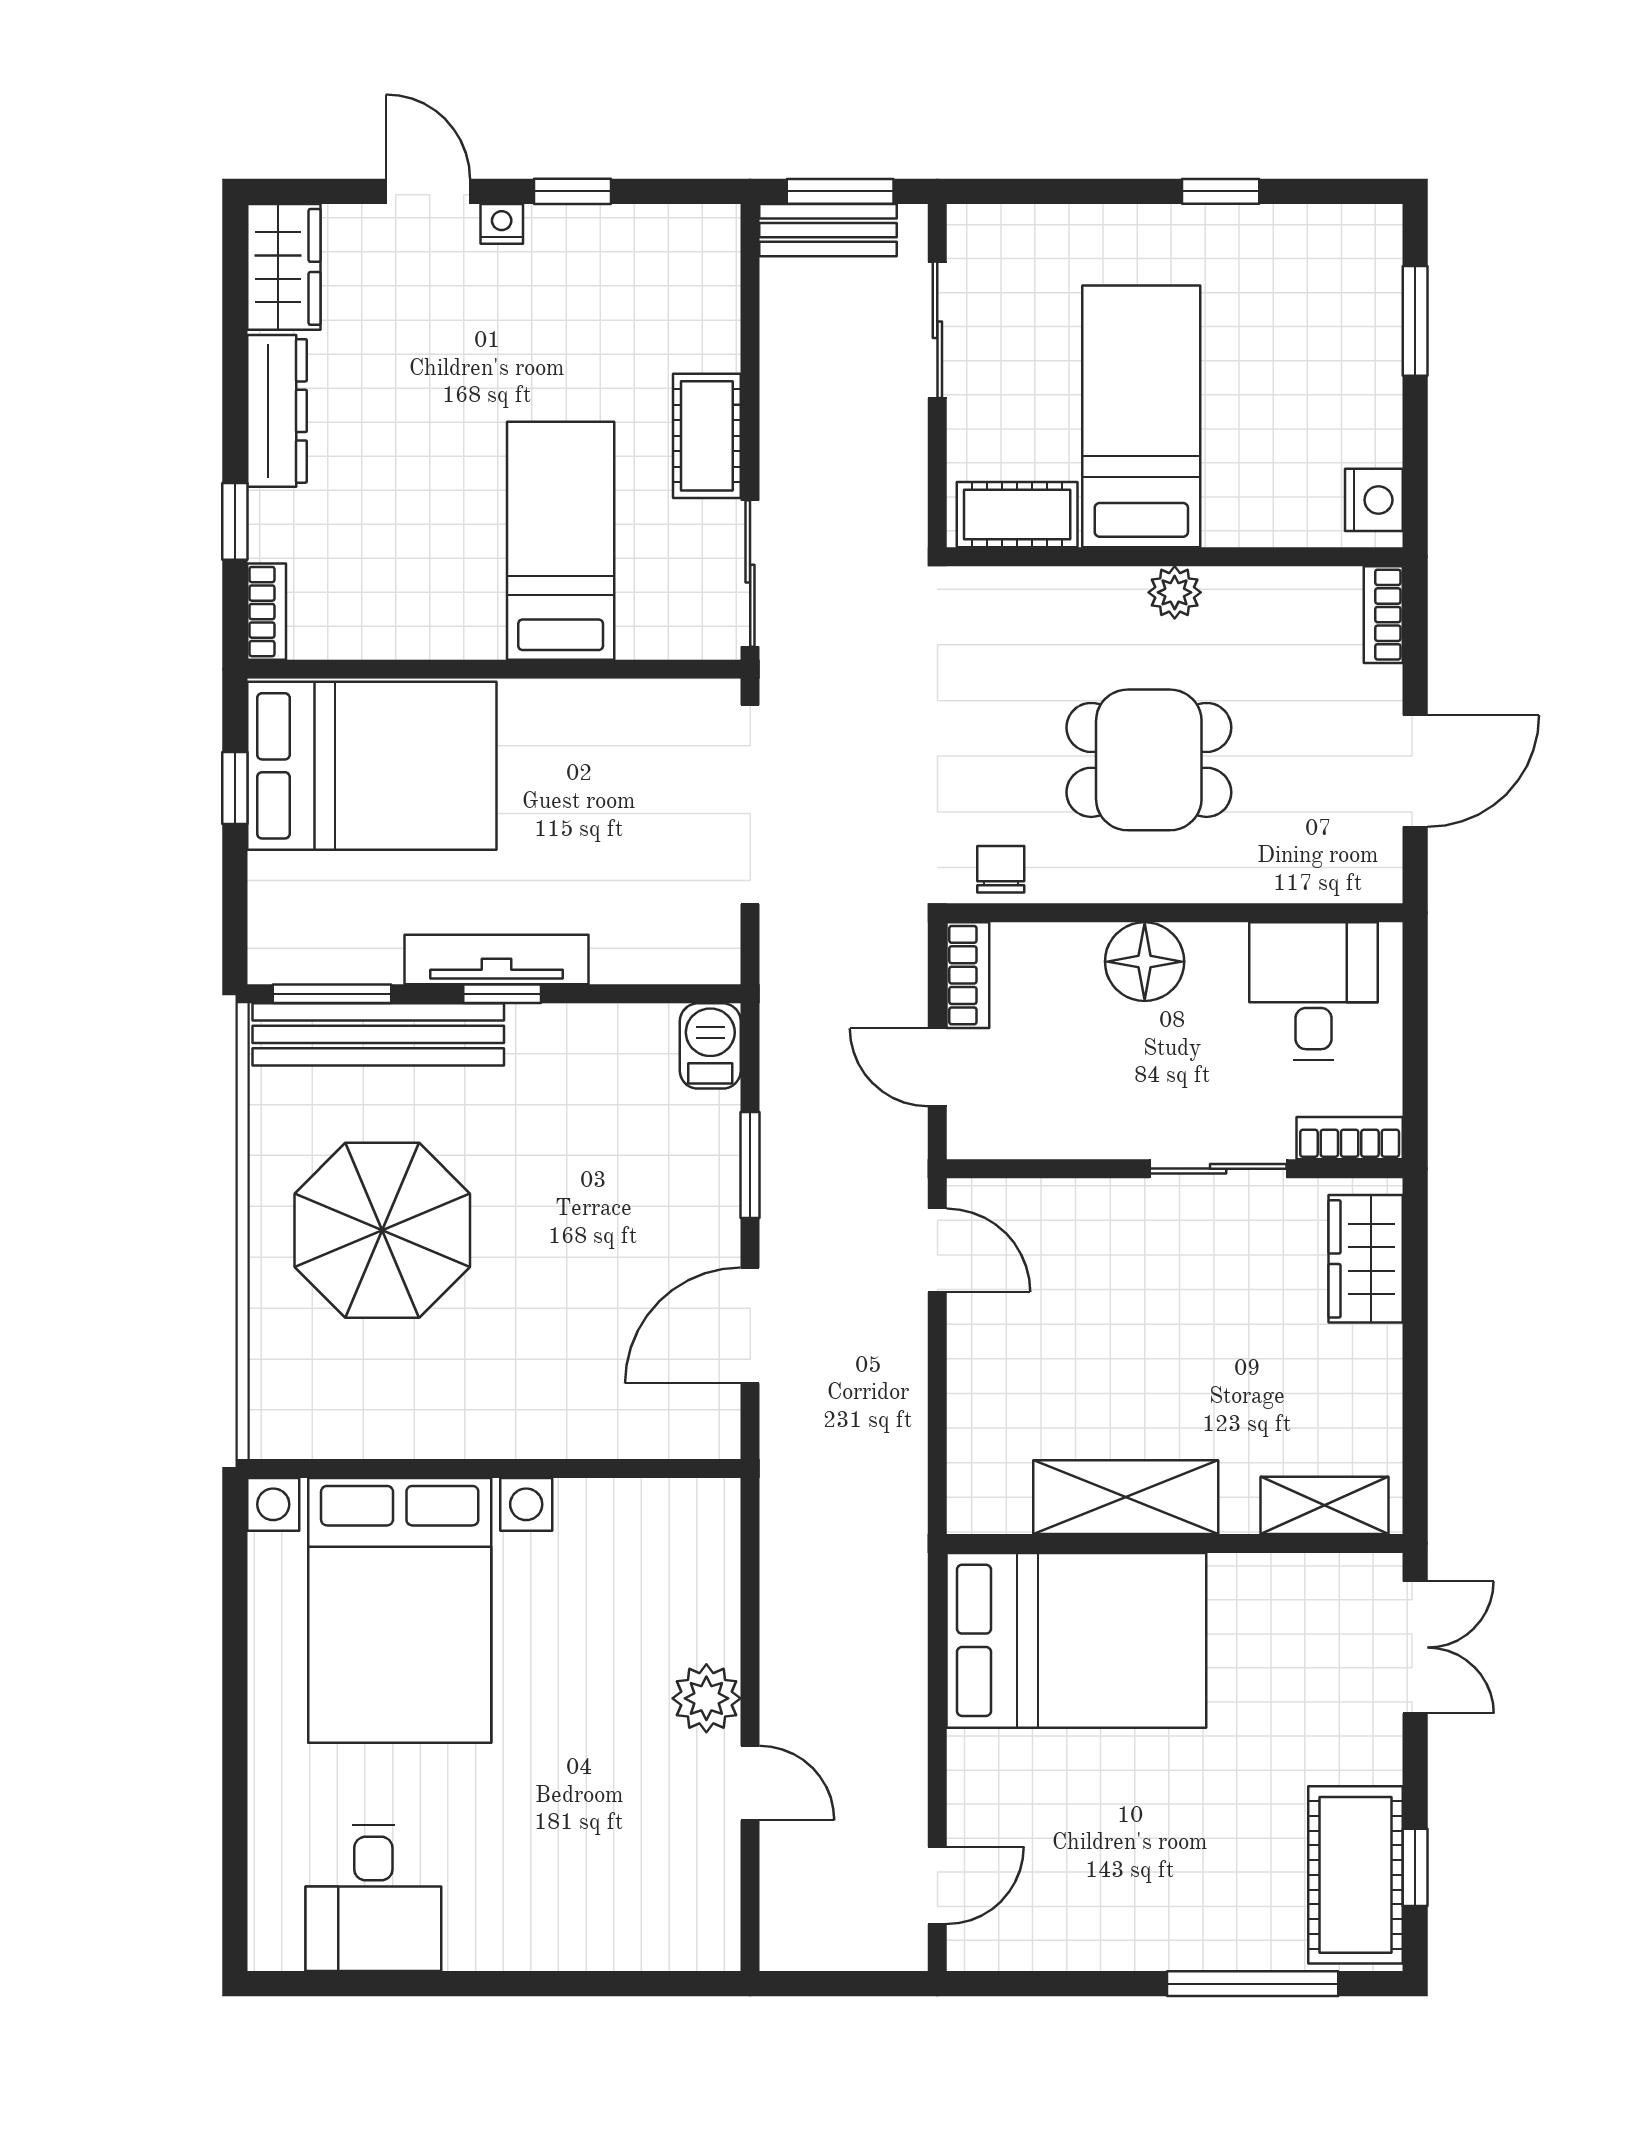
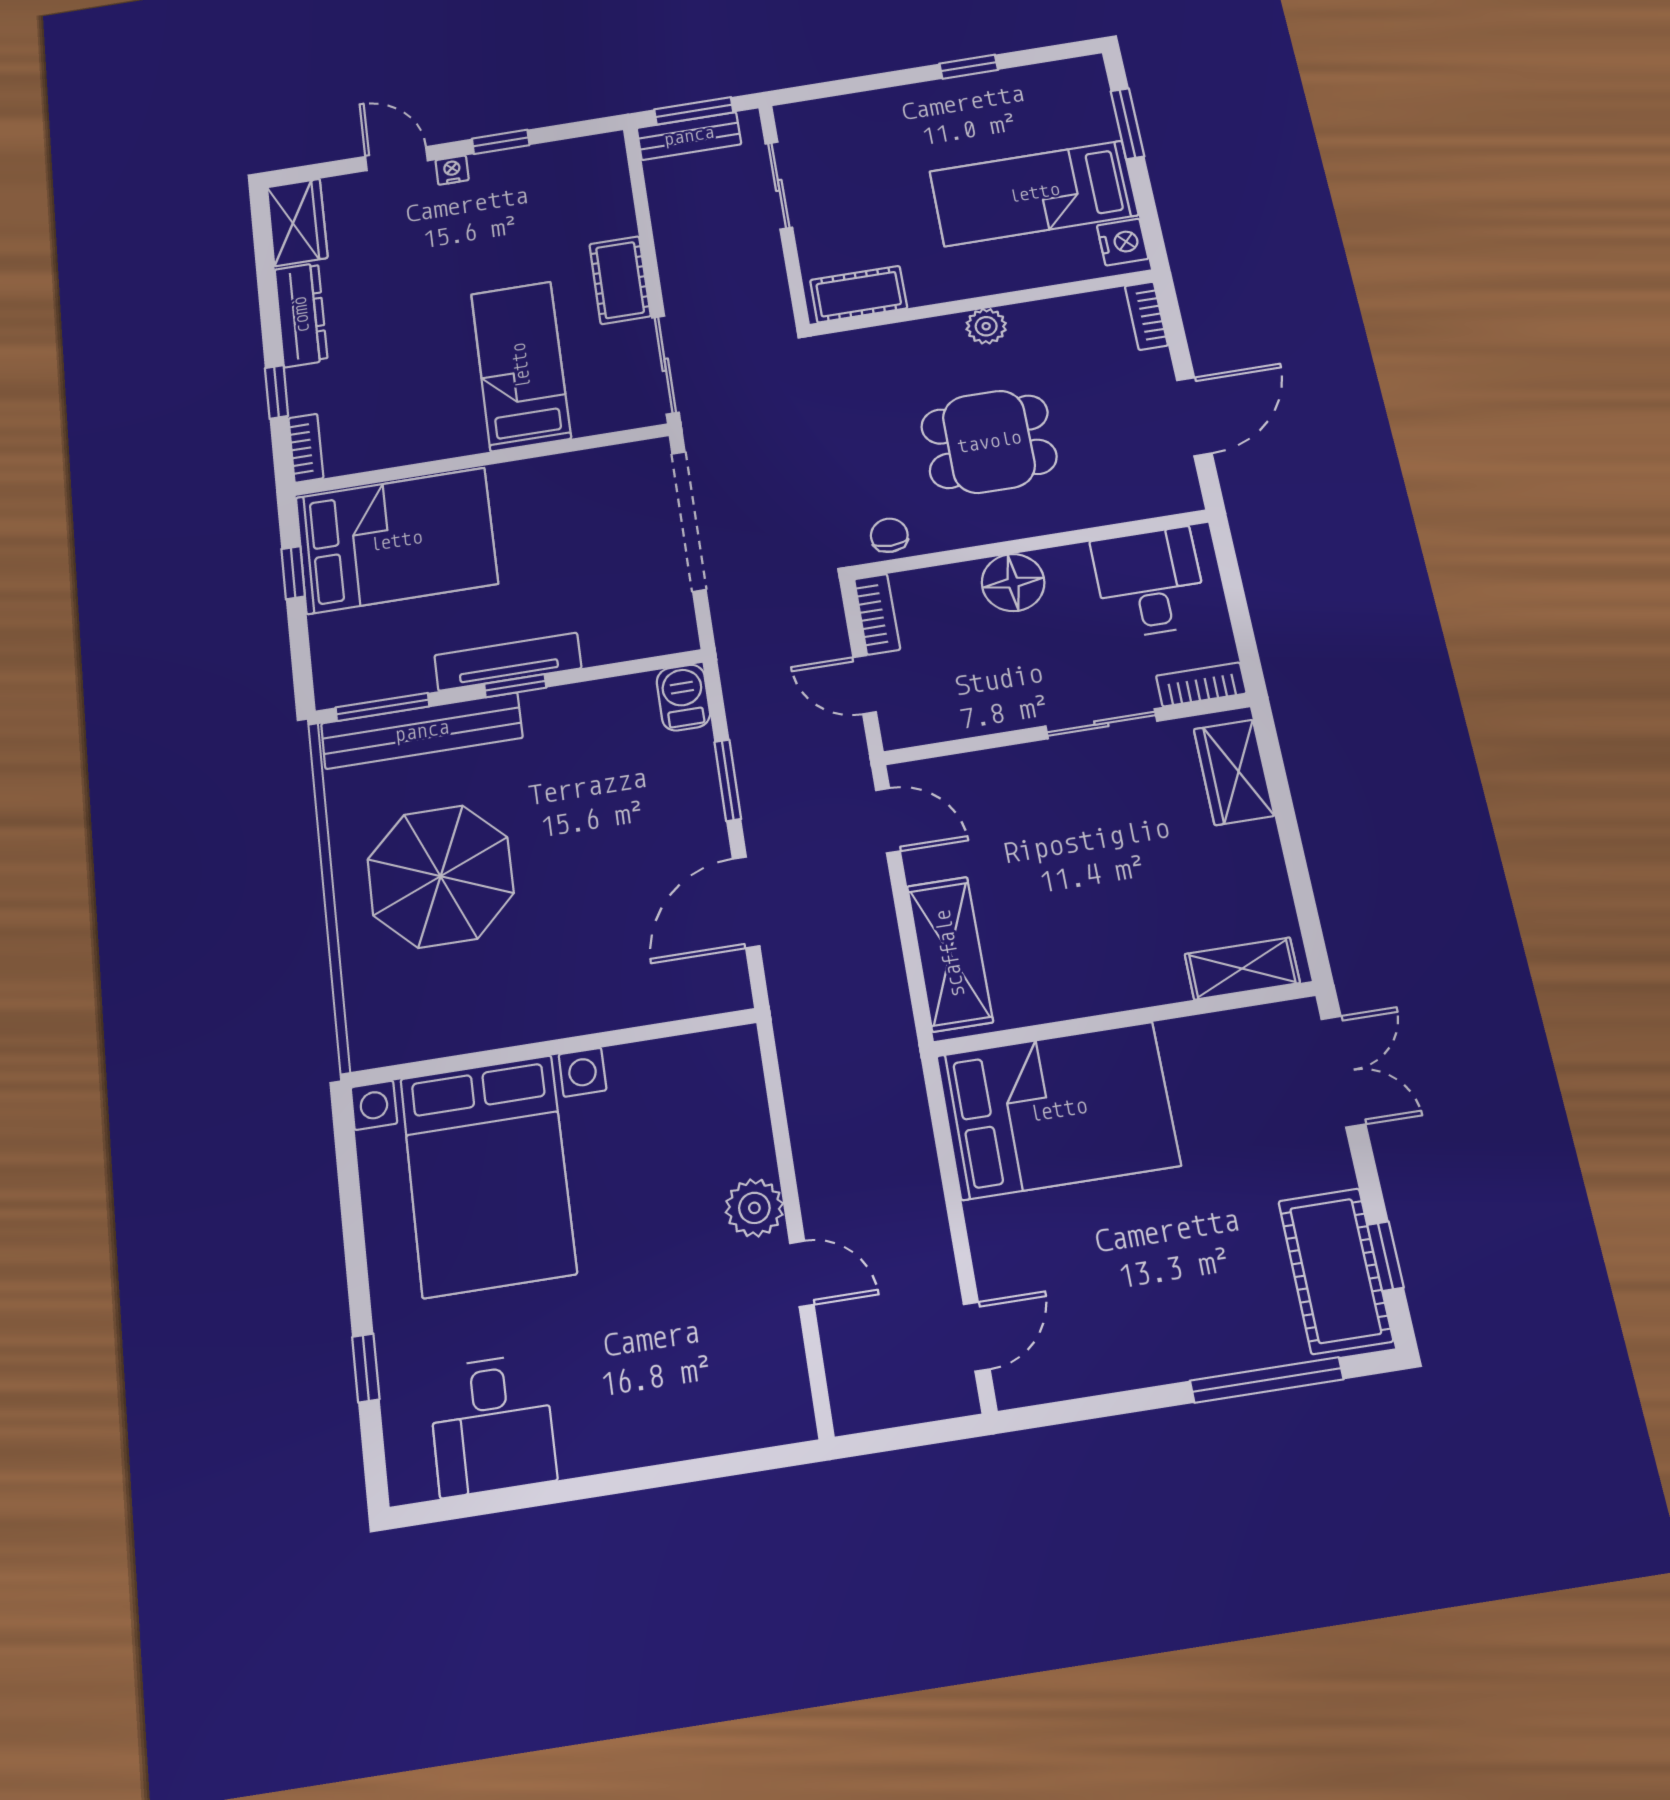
bed: (1141, 416) -> (1034, 193), moved, turned -90
shelving: (1126, 1497) -> (950, 954), moved, turned 90
window: (235, 1812) -> (366, 1368), added

